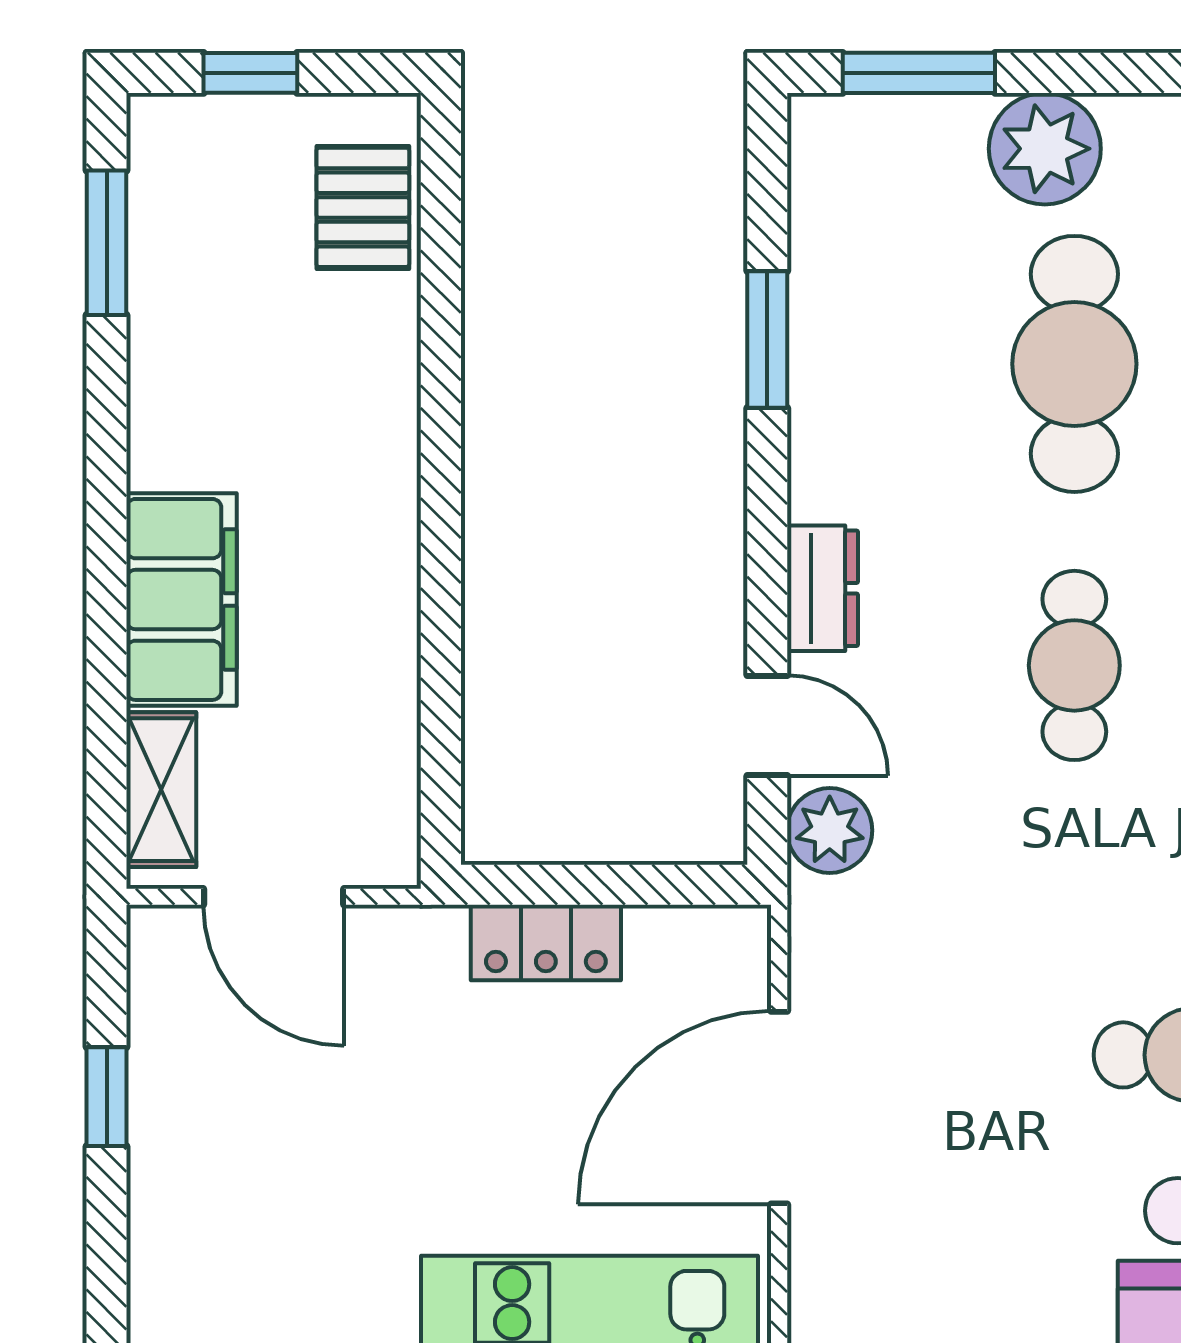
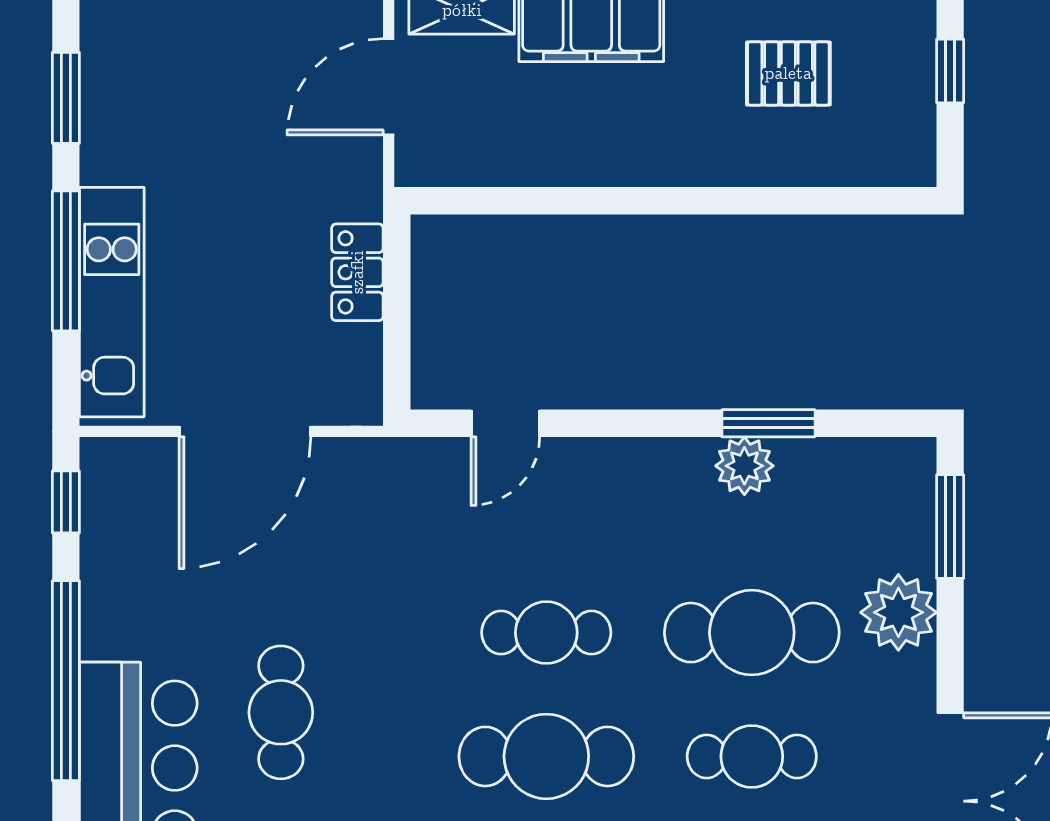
pallet: (363, 207) -> (788, 73), moved
dresser: (823, 588) -> (599, 461), removed
plant: (830, 830) -> (744, 466), moved
door: (779, 1108) -> (245, 431), swing flipped

